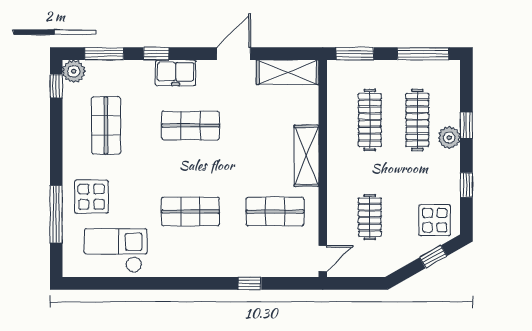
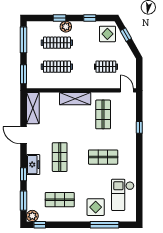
shop shelf: (191, 212) -> (103, 157), turned 90

